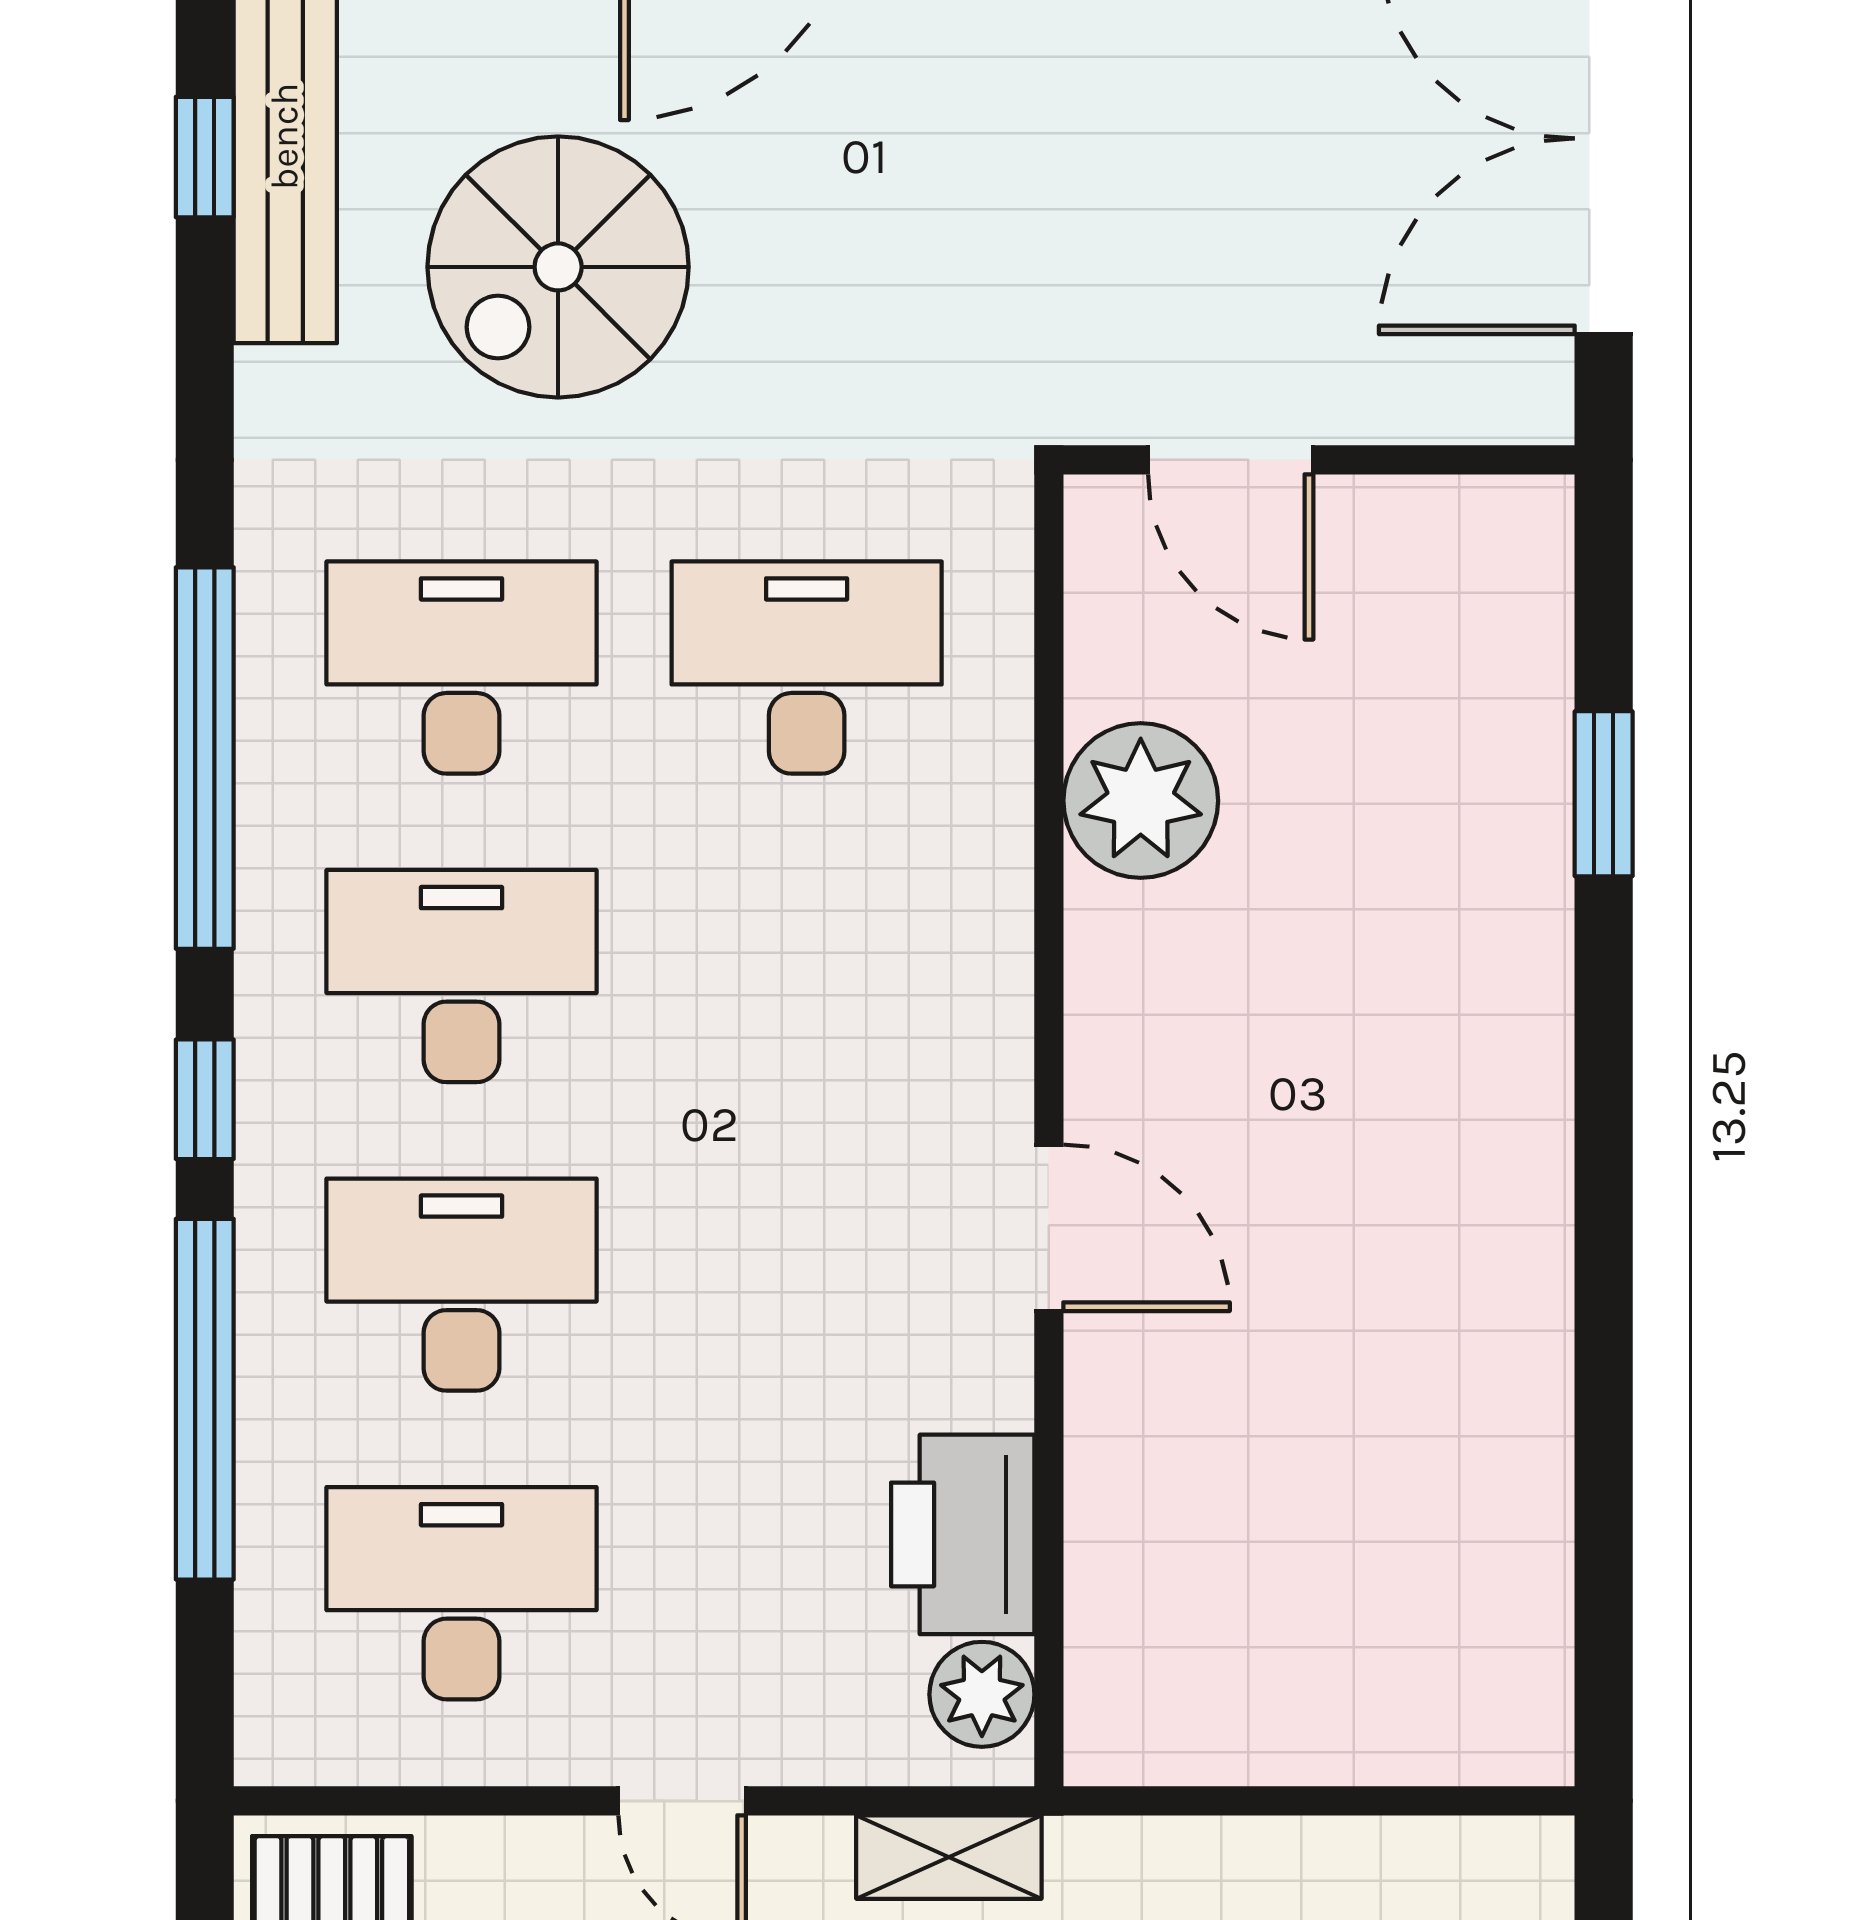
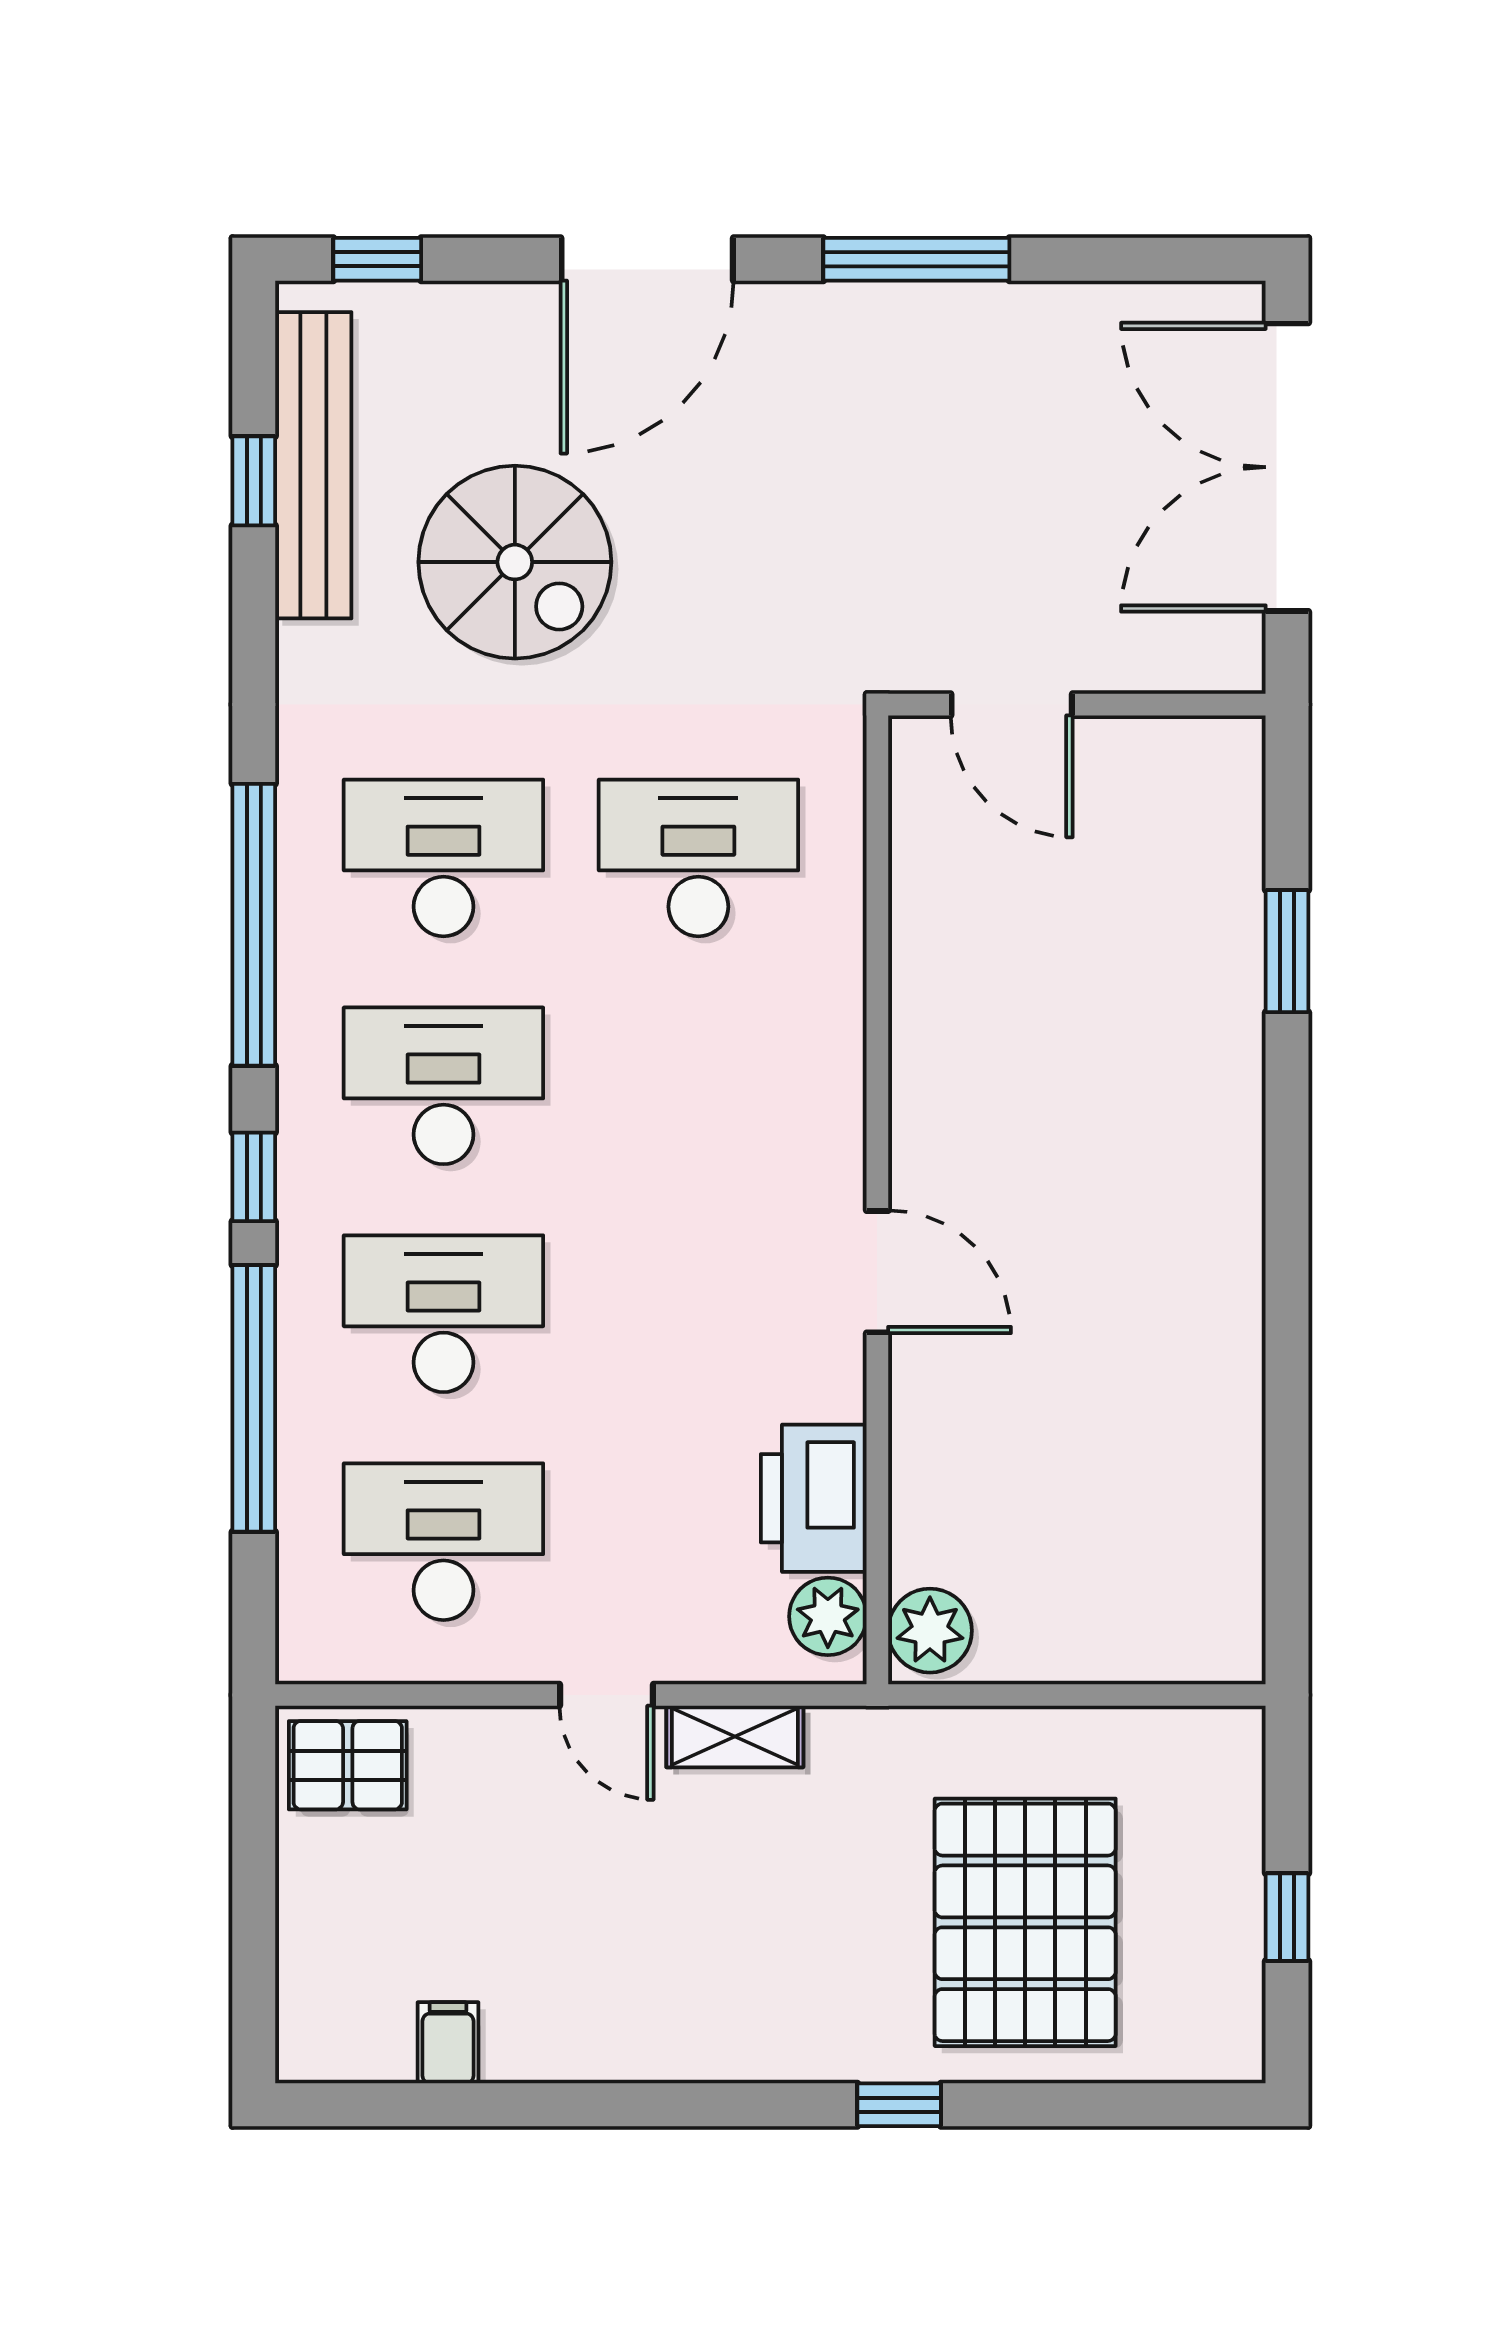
spiral stairs: (558, 267) -> (515, 562), turned -90
plant: (1141, 801) -> (930, 1631), moved, width x0.73, depth x0.73
shelving: (949, 1857) -> (735, 1737), moved

